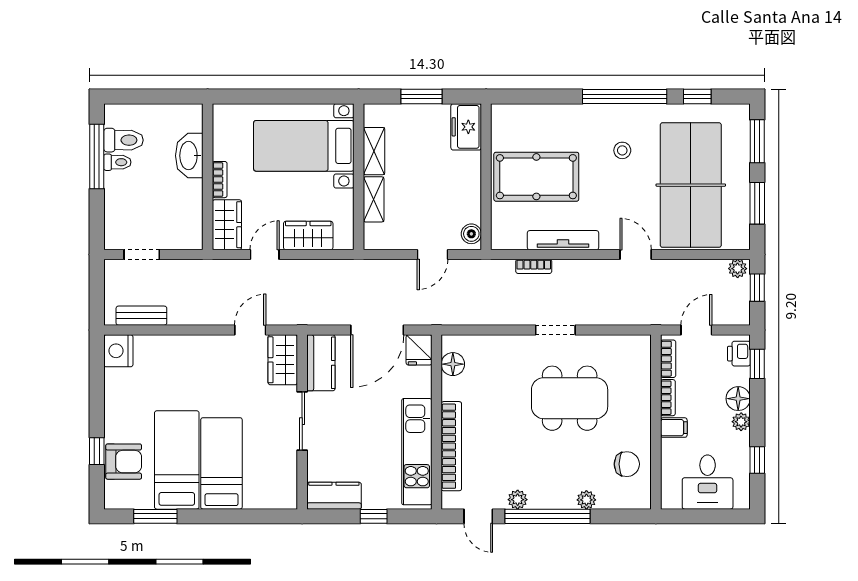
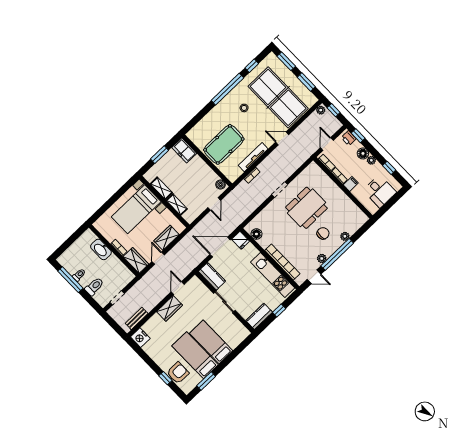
toilet: (124, 140) -> (94, 287), moved
door: (377, 330) -> (220, 247), swing flipped
wardrobe: (283, 360) -> (170, 308), moved, turned -90
chair: (627, 464) -> (323, 233), moved

